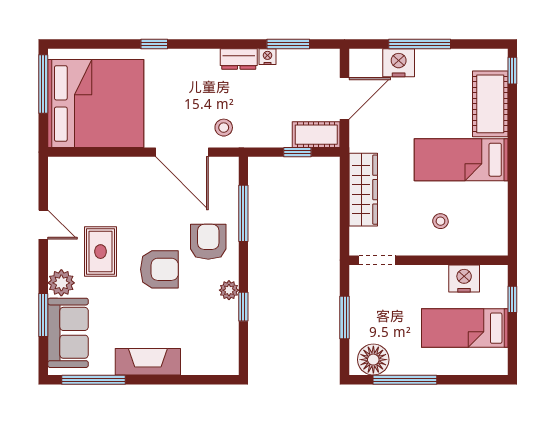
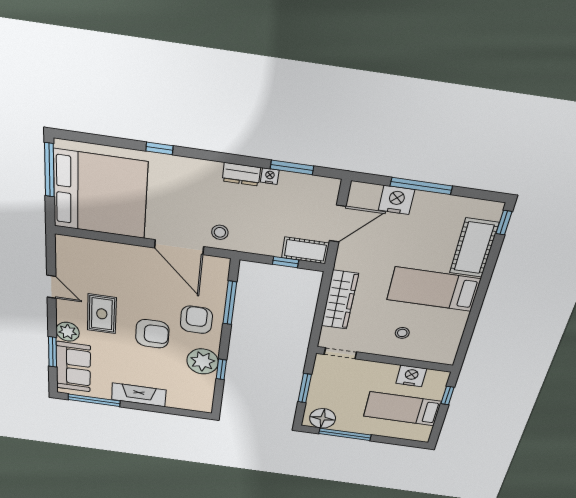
plant: (229, 290) -> (203, 361), width x1.88, depth x1.88

